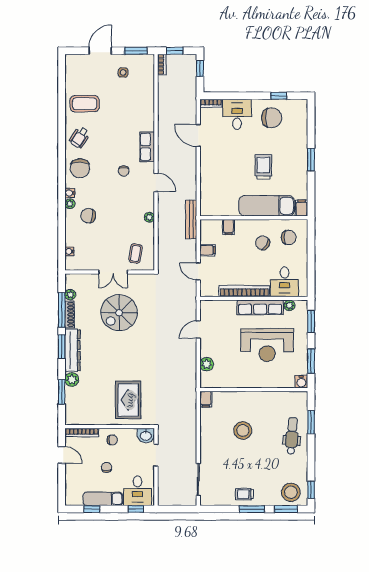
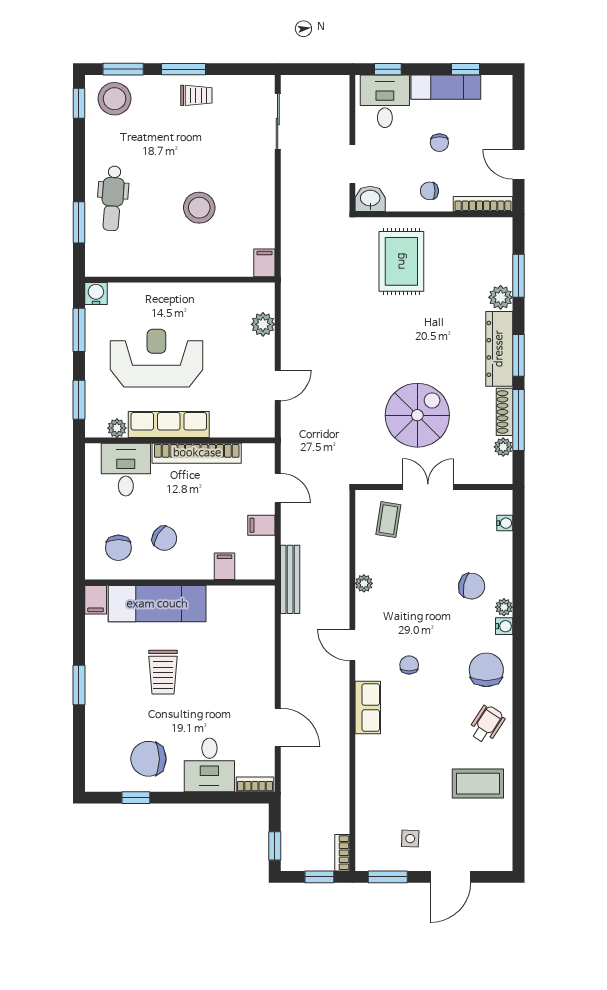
chair: (289, 237) -> (118, 548), turned -90

